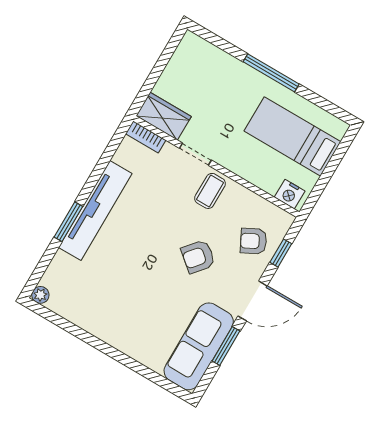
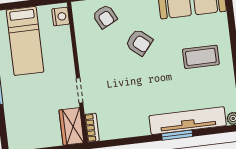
coffee table: (210, 191) -> (201, 57), moved, width x1.36, depth x1.30
tv unit: (95, 210) -> (188, 121), moved

